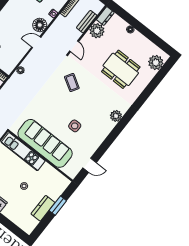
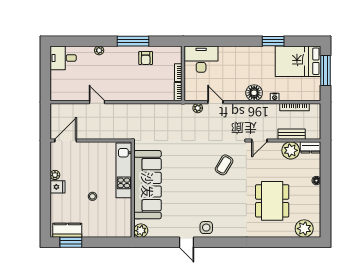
door: (36, 42) -> (215, 102), moved
plant: (116, 116) -> (141, 231), moved
side table: (75, 126) -> (206, 228), moved
door: (90, 165) -> (187, 242), moved
window: (58, 206) -> (71, 242), moved
kitchen counter: (43, 208) -> (67, 230), moved

